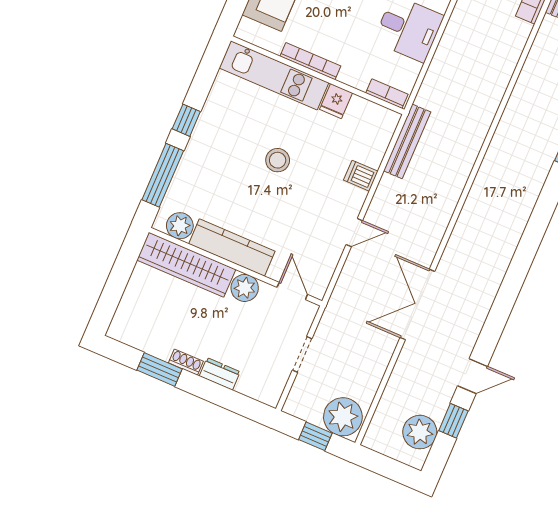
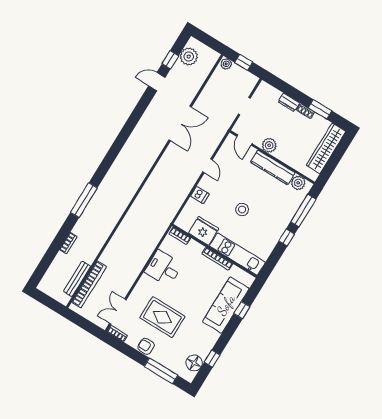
fridge: (336, 101) -> (204, 231), width x1.88, depth x1.34
bench: (407, 141) -> (173, 209), removed
door: (354, 233) -> (208, 166), swing flipped
wardrobe: (186, 265) -> (326, 148), moved, turned -90
plant: (343, 417) -> (226, 64), width x0.53, depth x0.53

